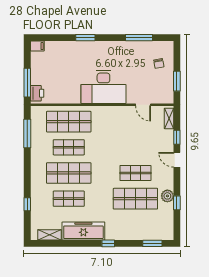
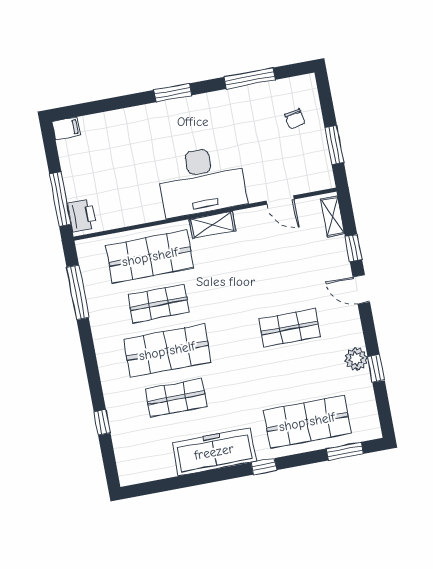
window: (85, 38) -> (173, 93), moved
shop shelf: (135, 199) -> (307, 422), moved
shelving: (49, 235) -> (212, 225), moved

